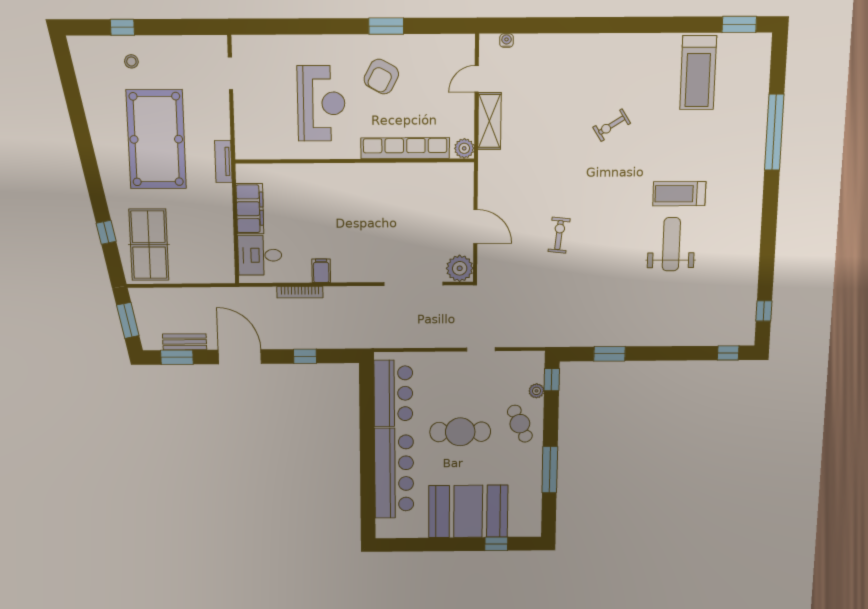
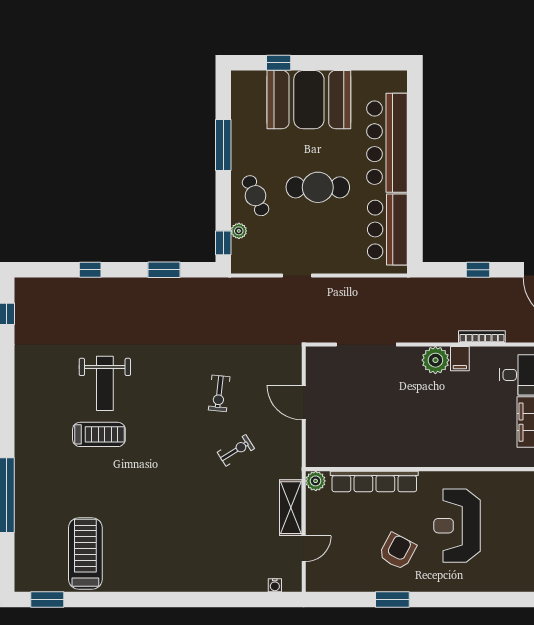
exercise bike: (612, 125) -> (236, 450), moved
plant: (460, 268) -> (435, 360), moved
window: (728, 353) -> (90, 270), moved

